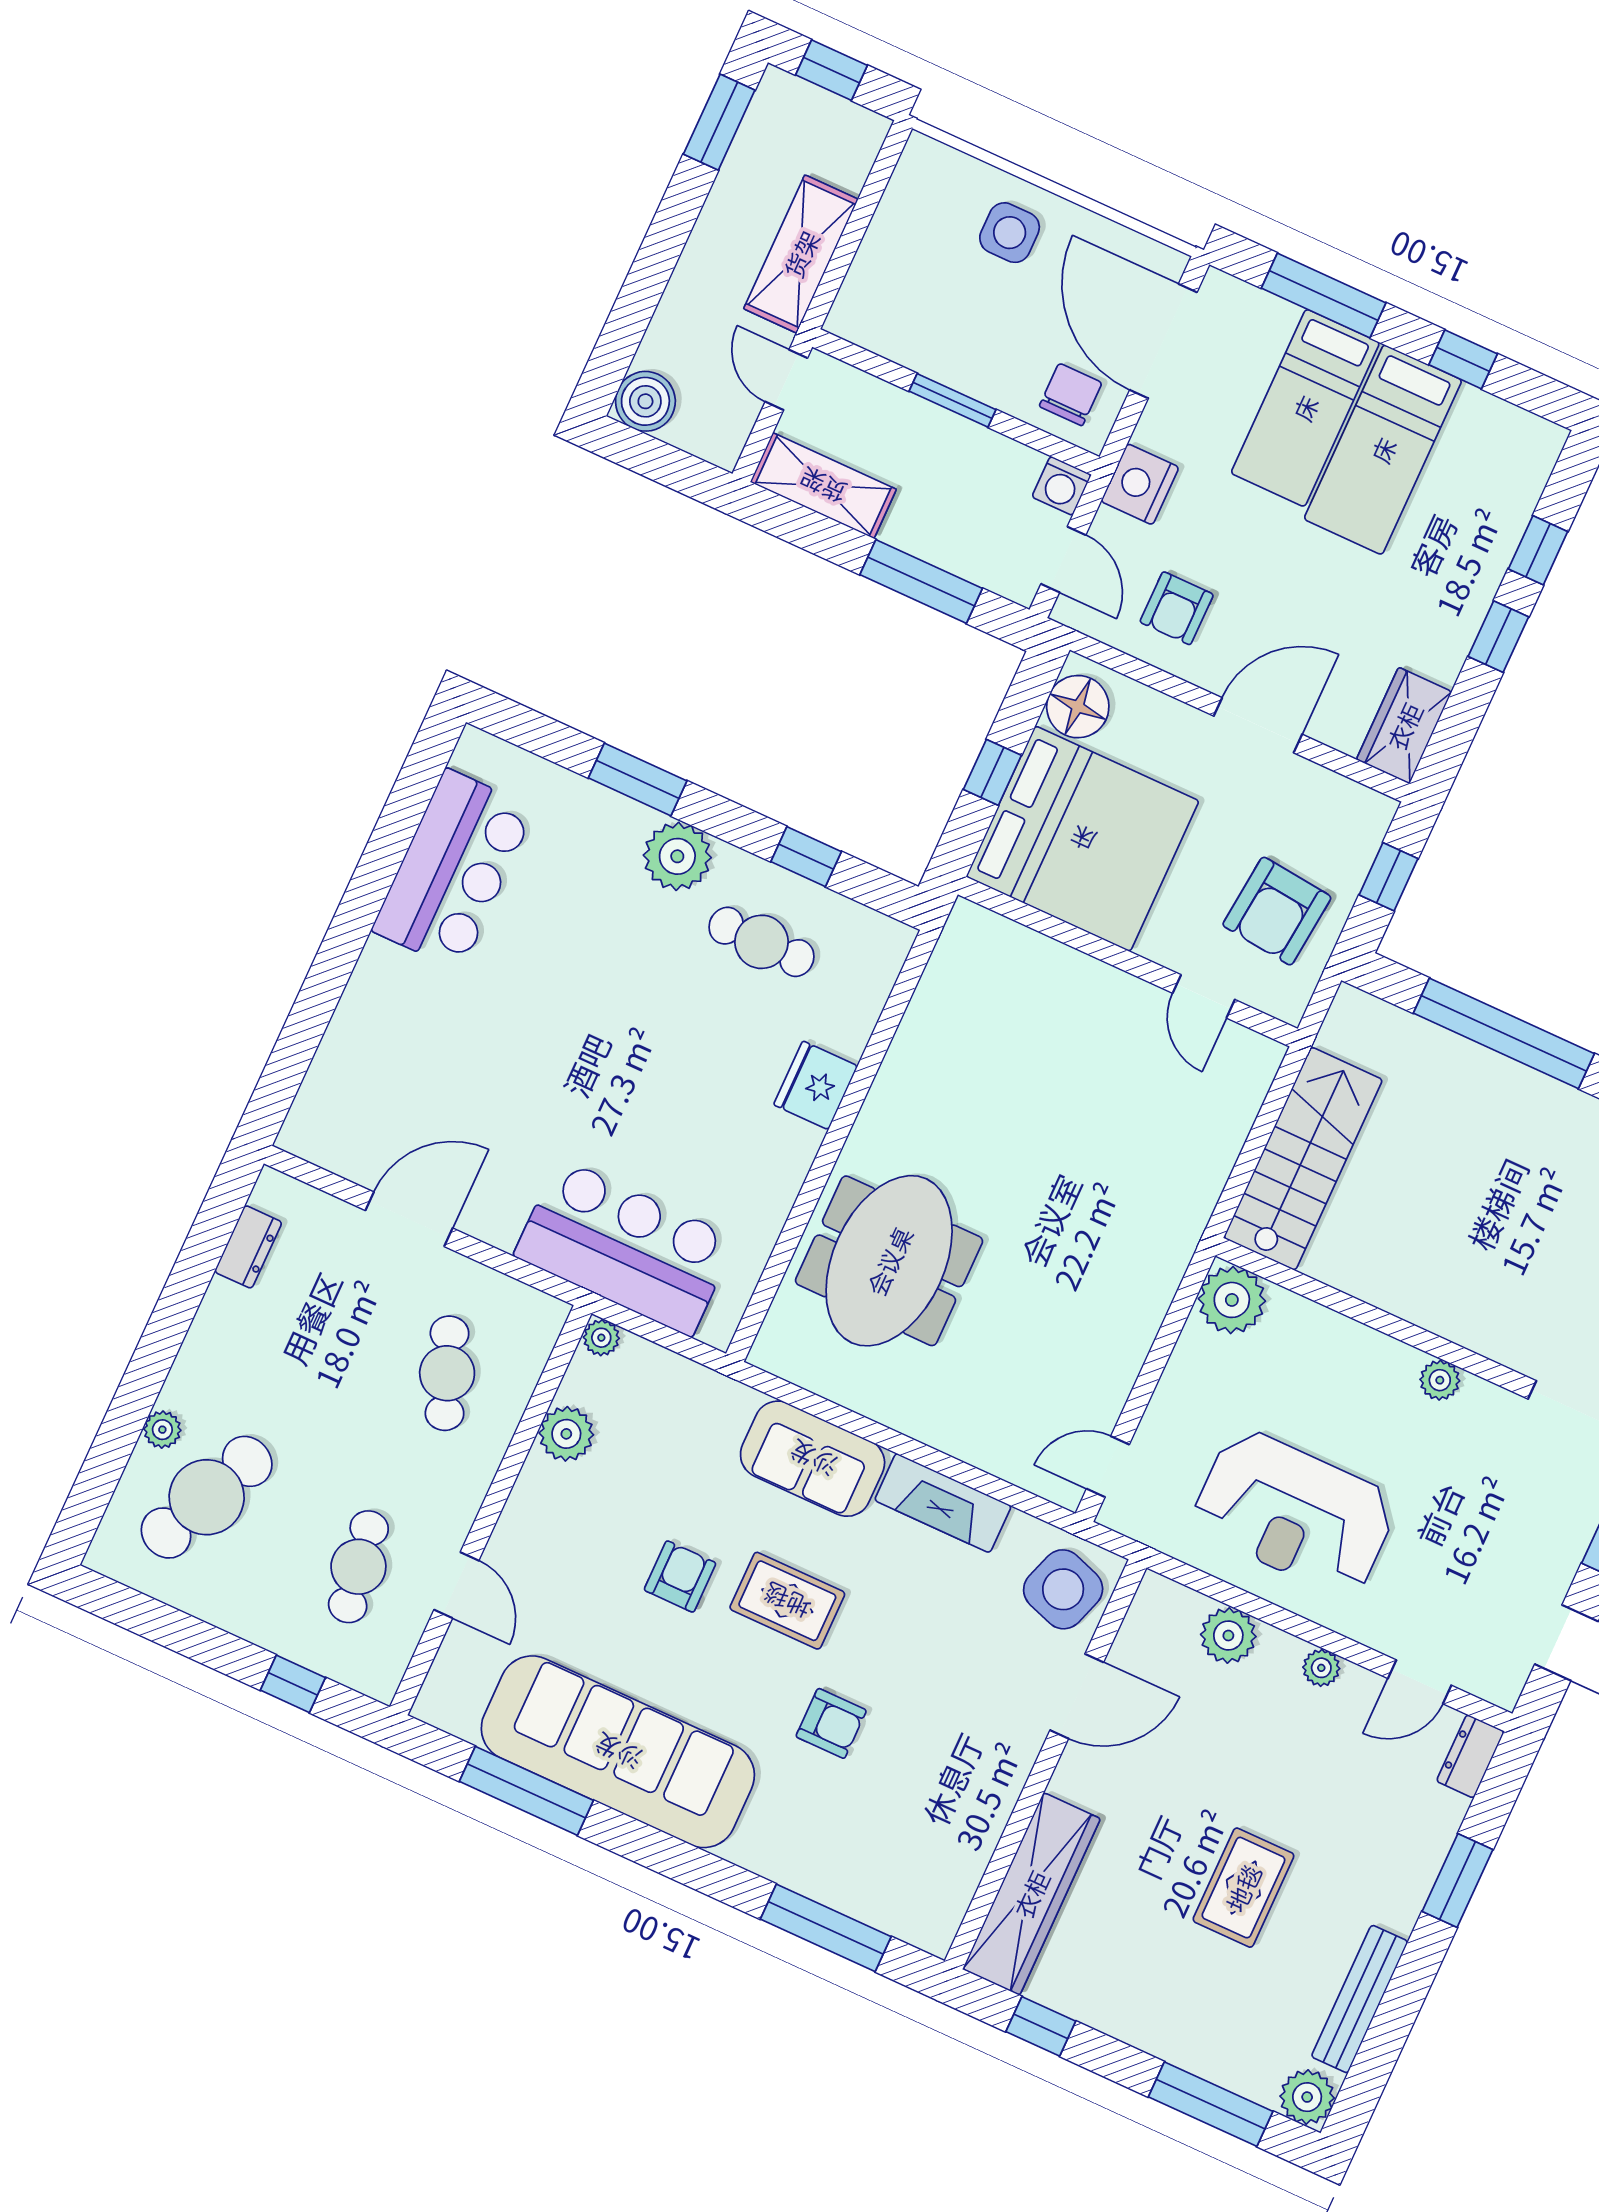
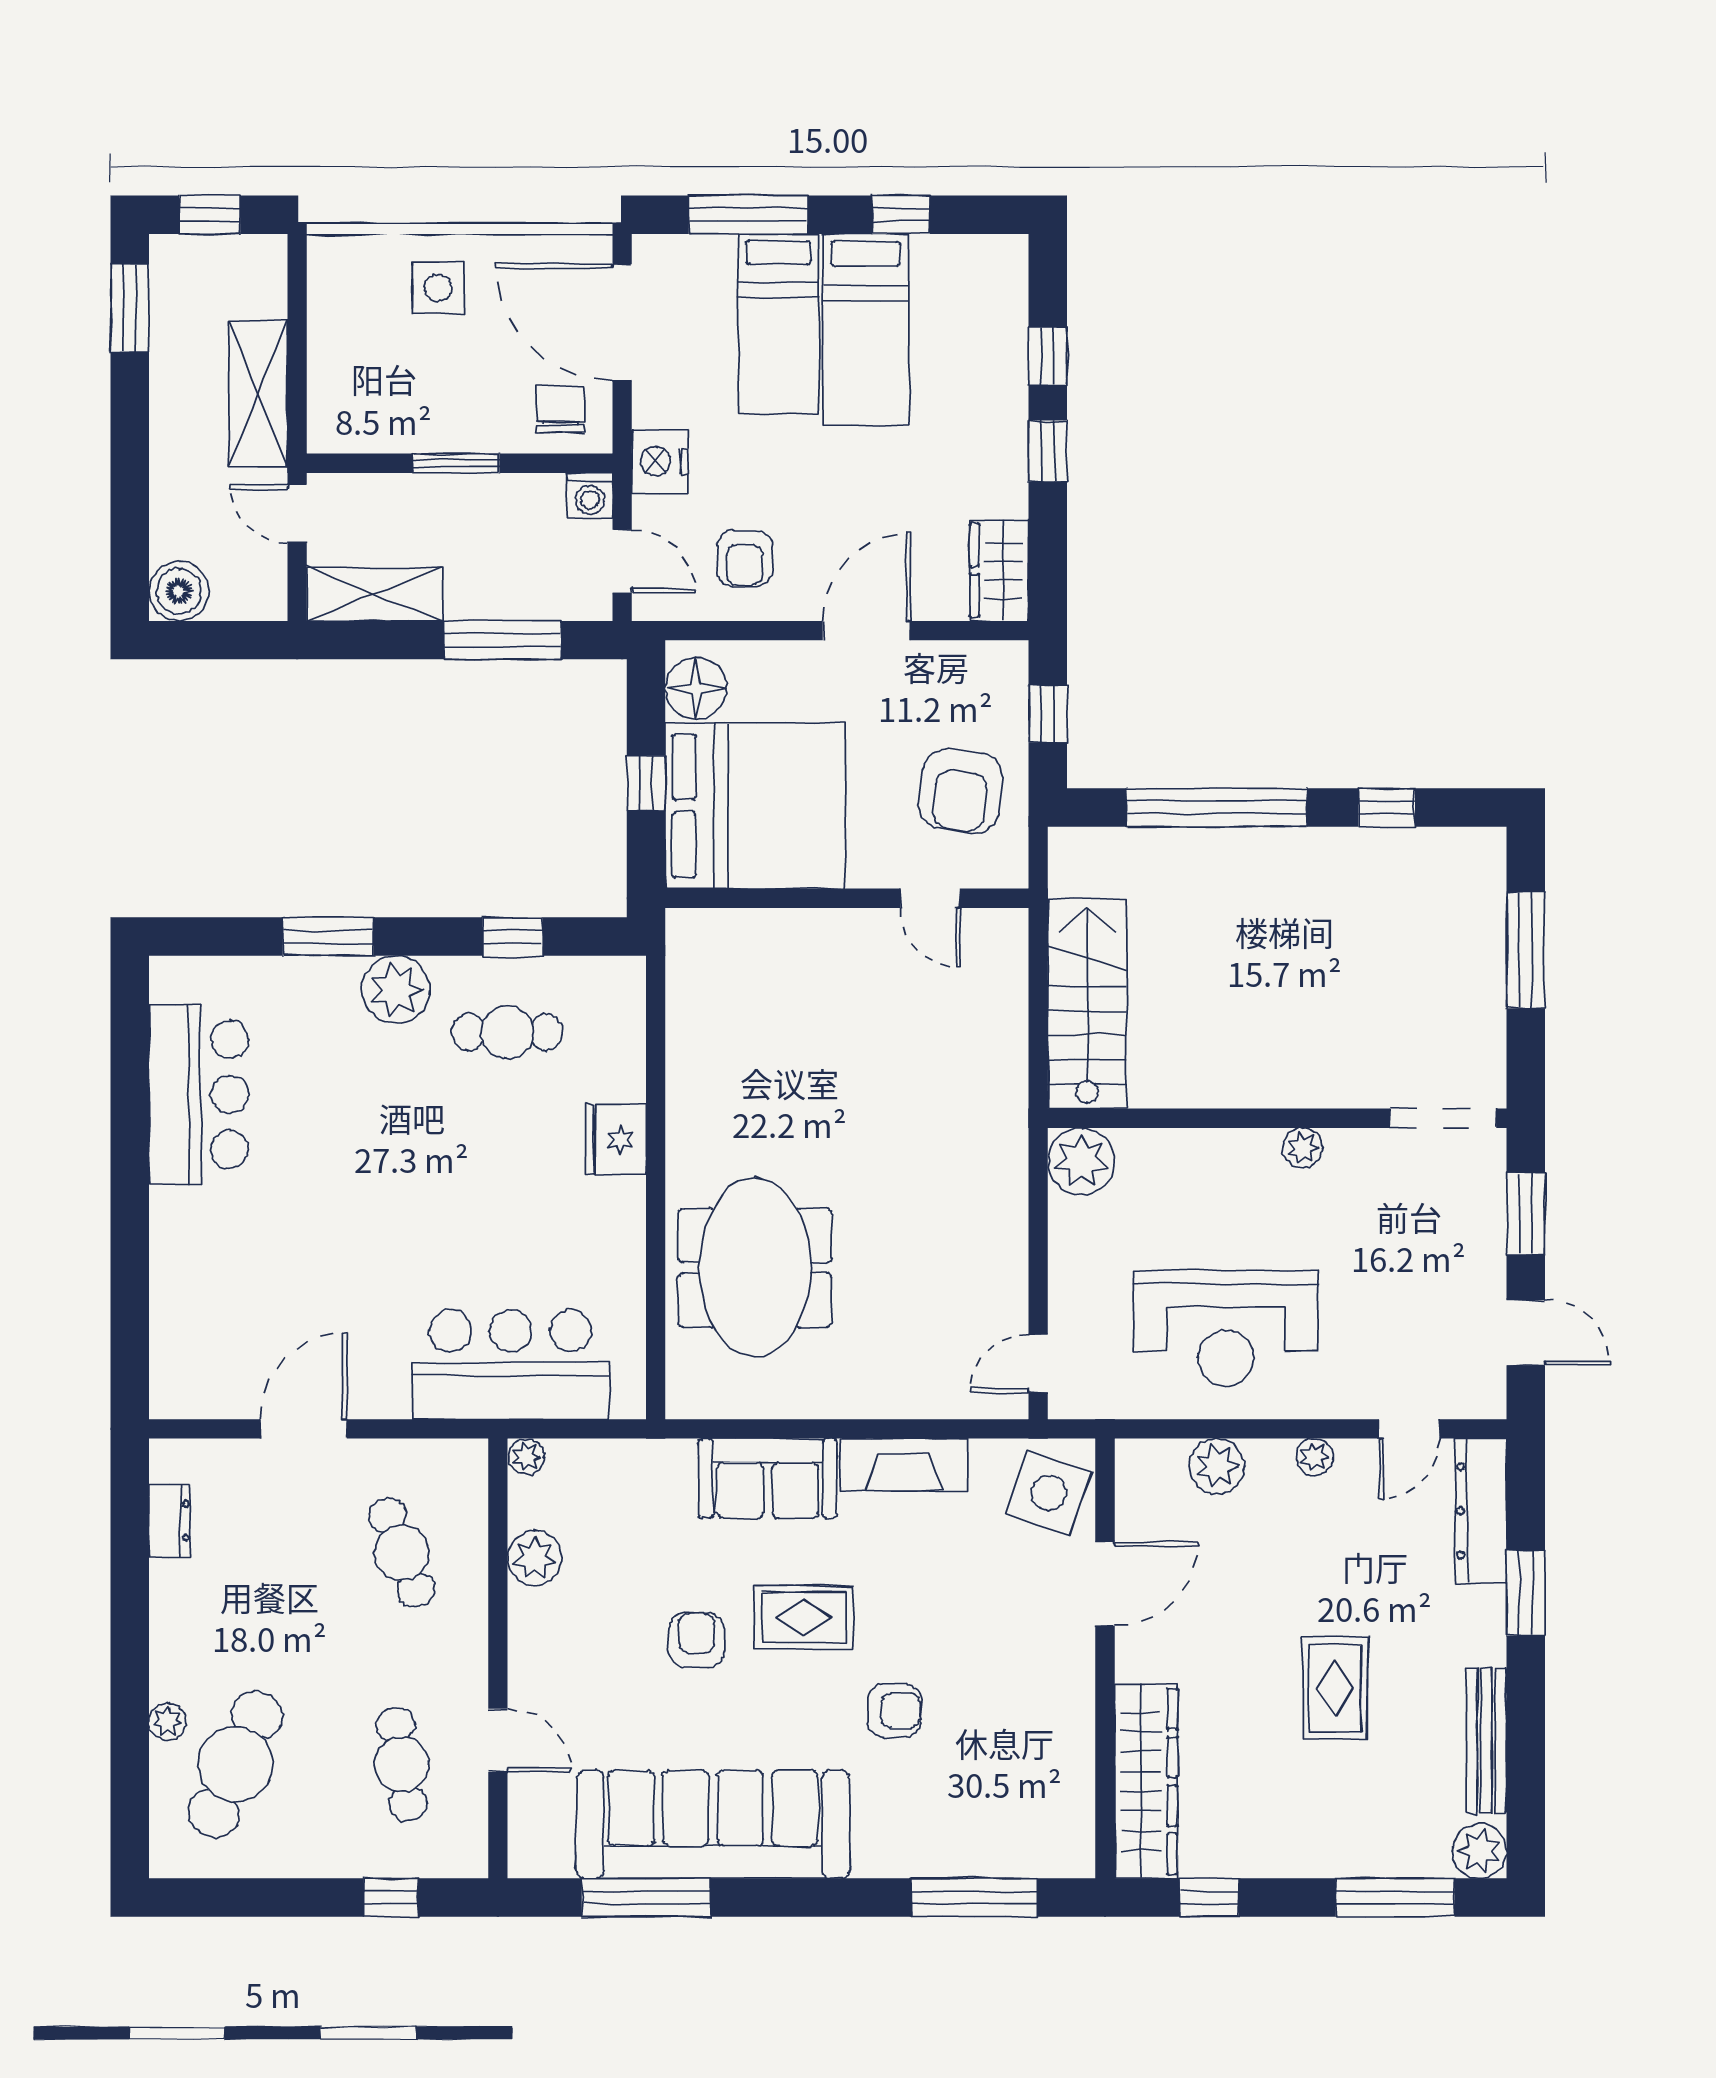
dresser: (1470, 1756) -> (1481, 1511), width x1.96, depth x1.24

